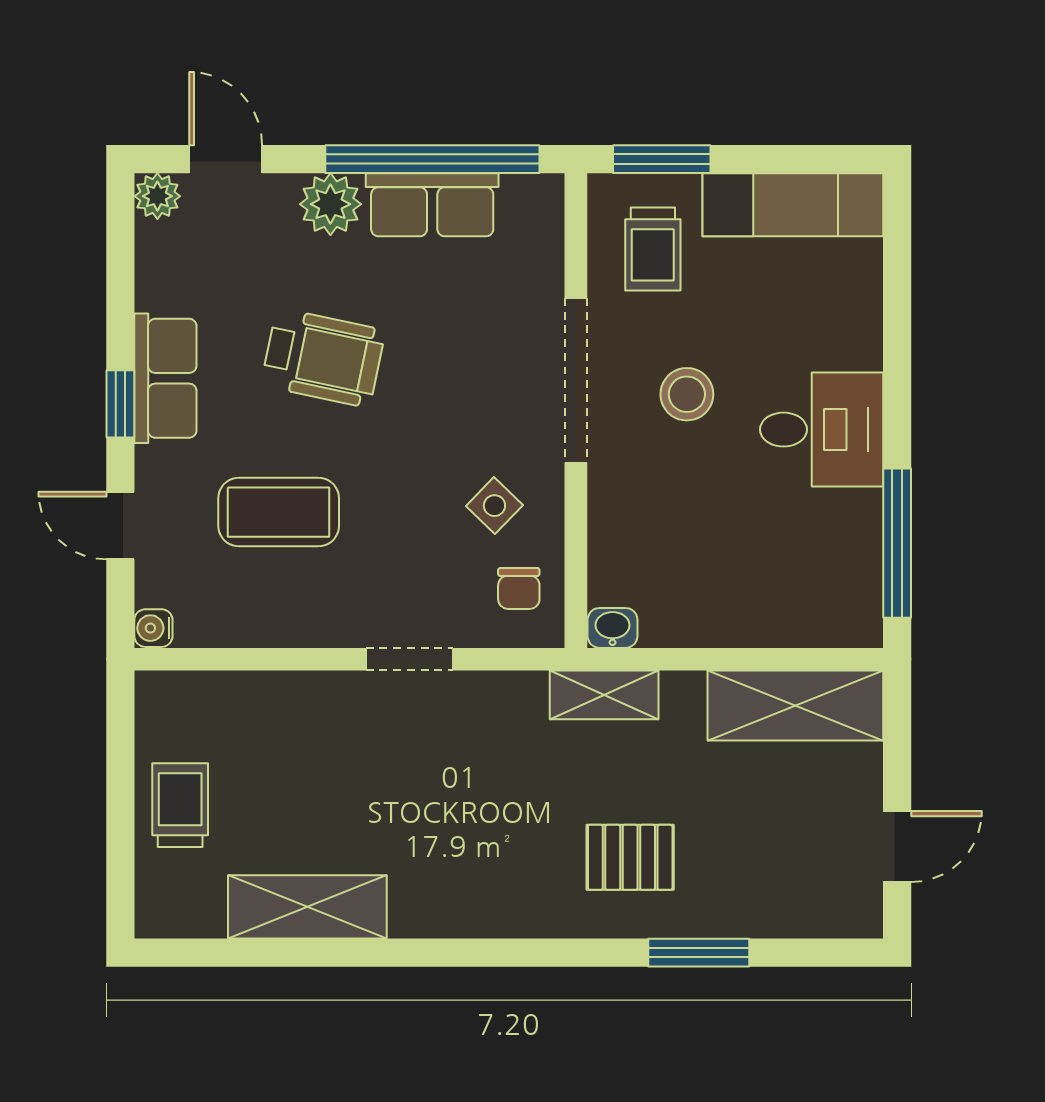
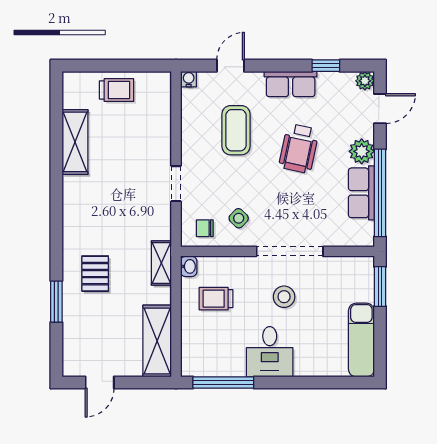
trolley: (653, 249) -> (216, 299), moved
window: (120, 404) -> (326, 66), moved
door: (897, 847) -> (100, 382), hinge flipped

